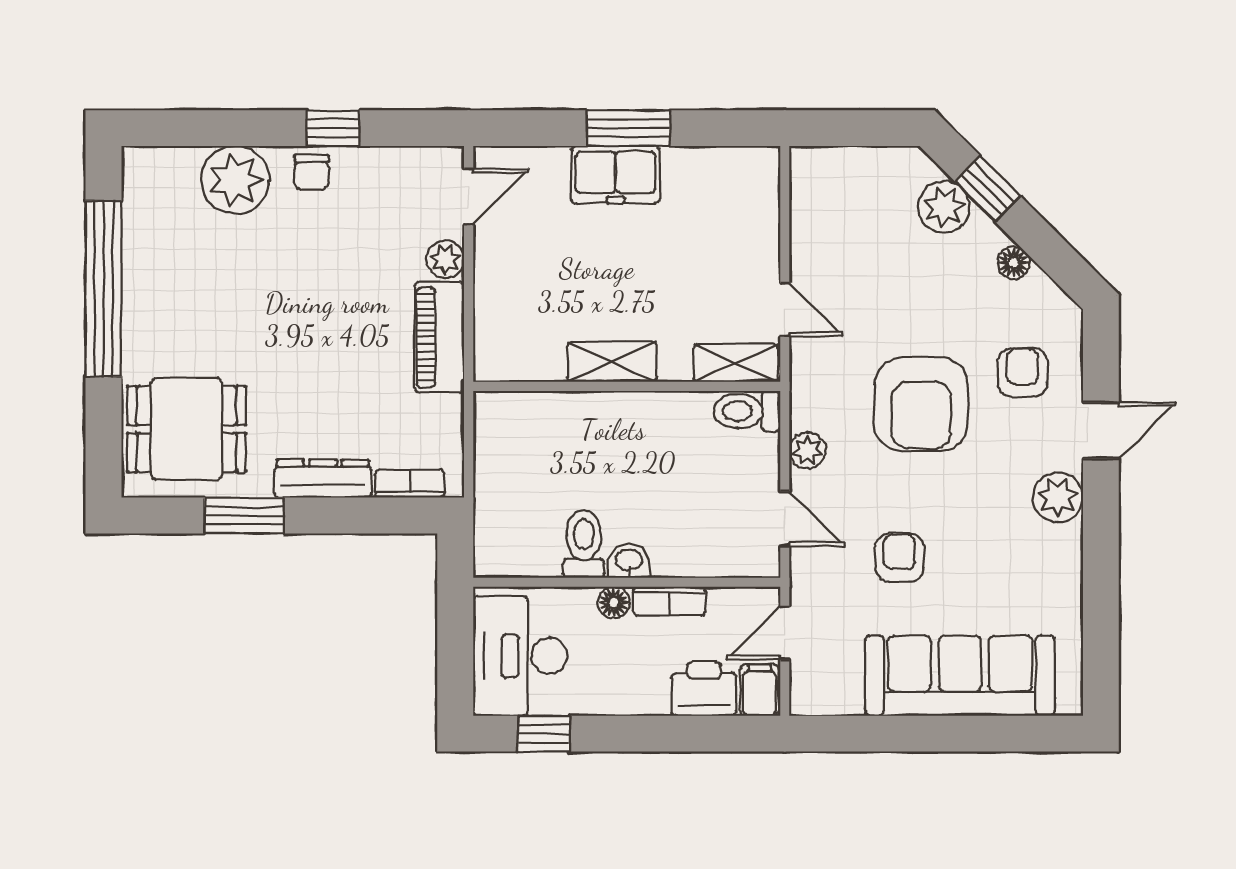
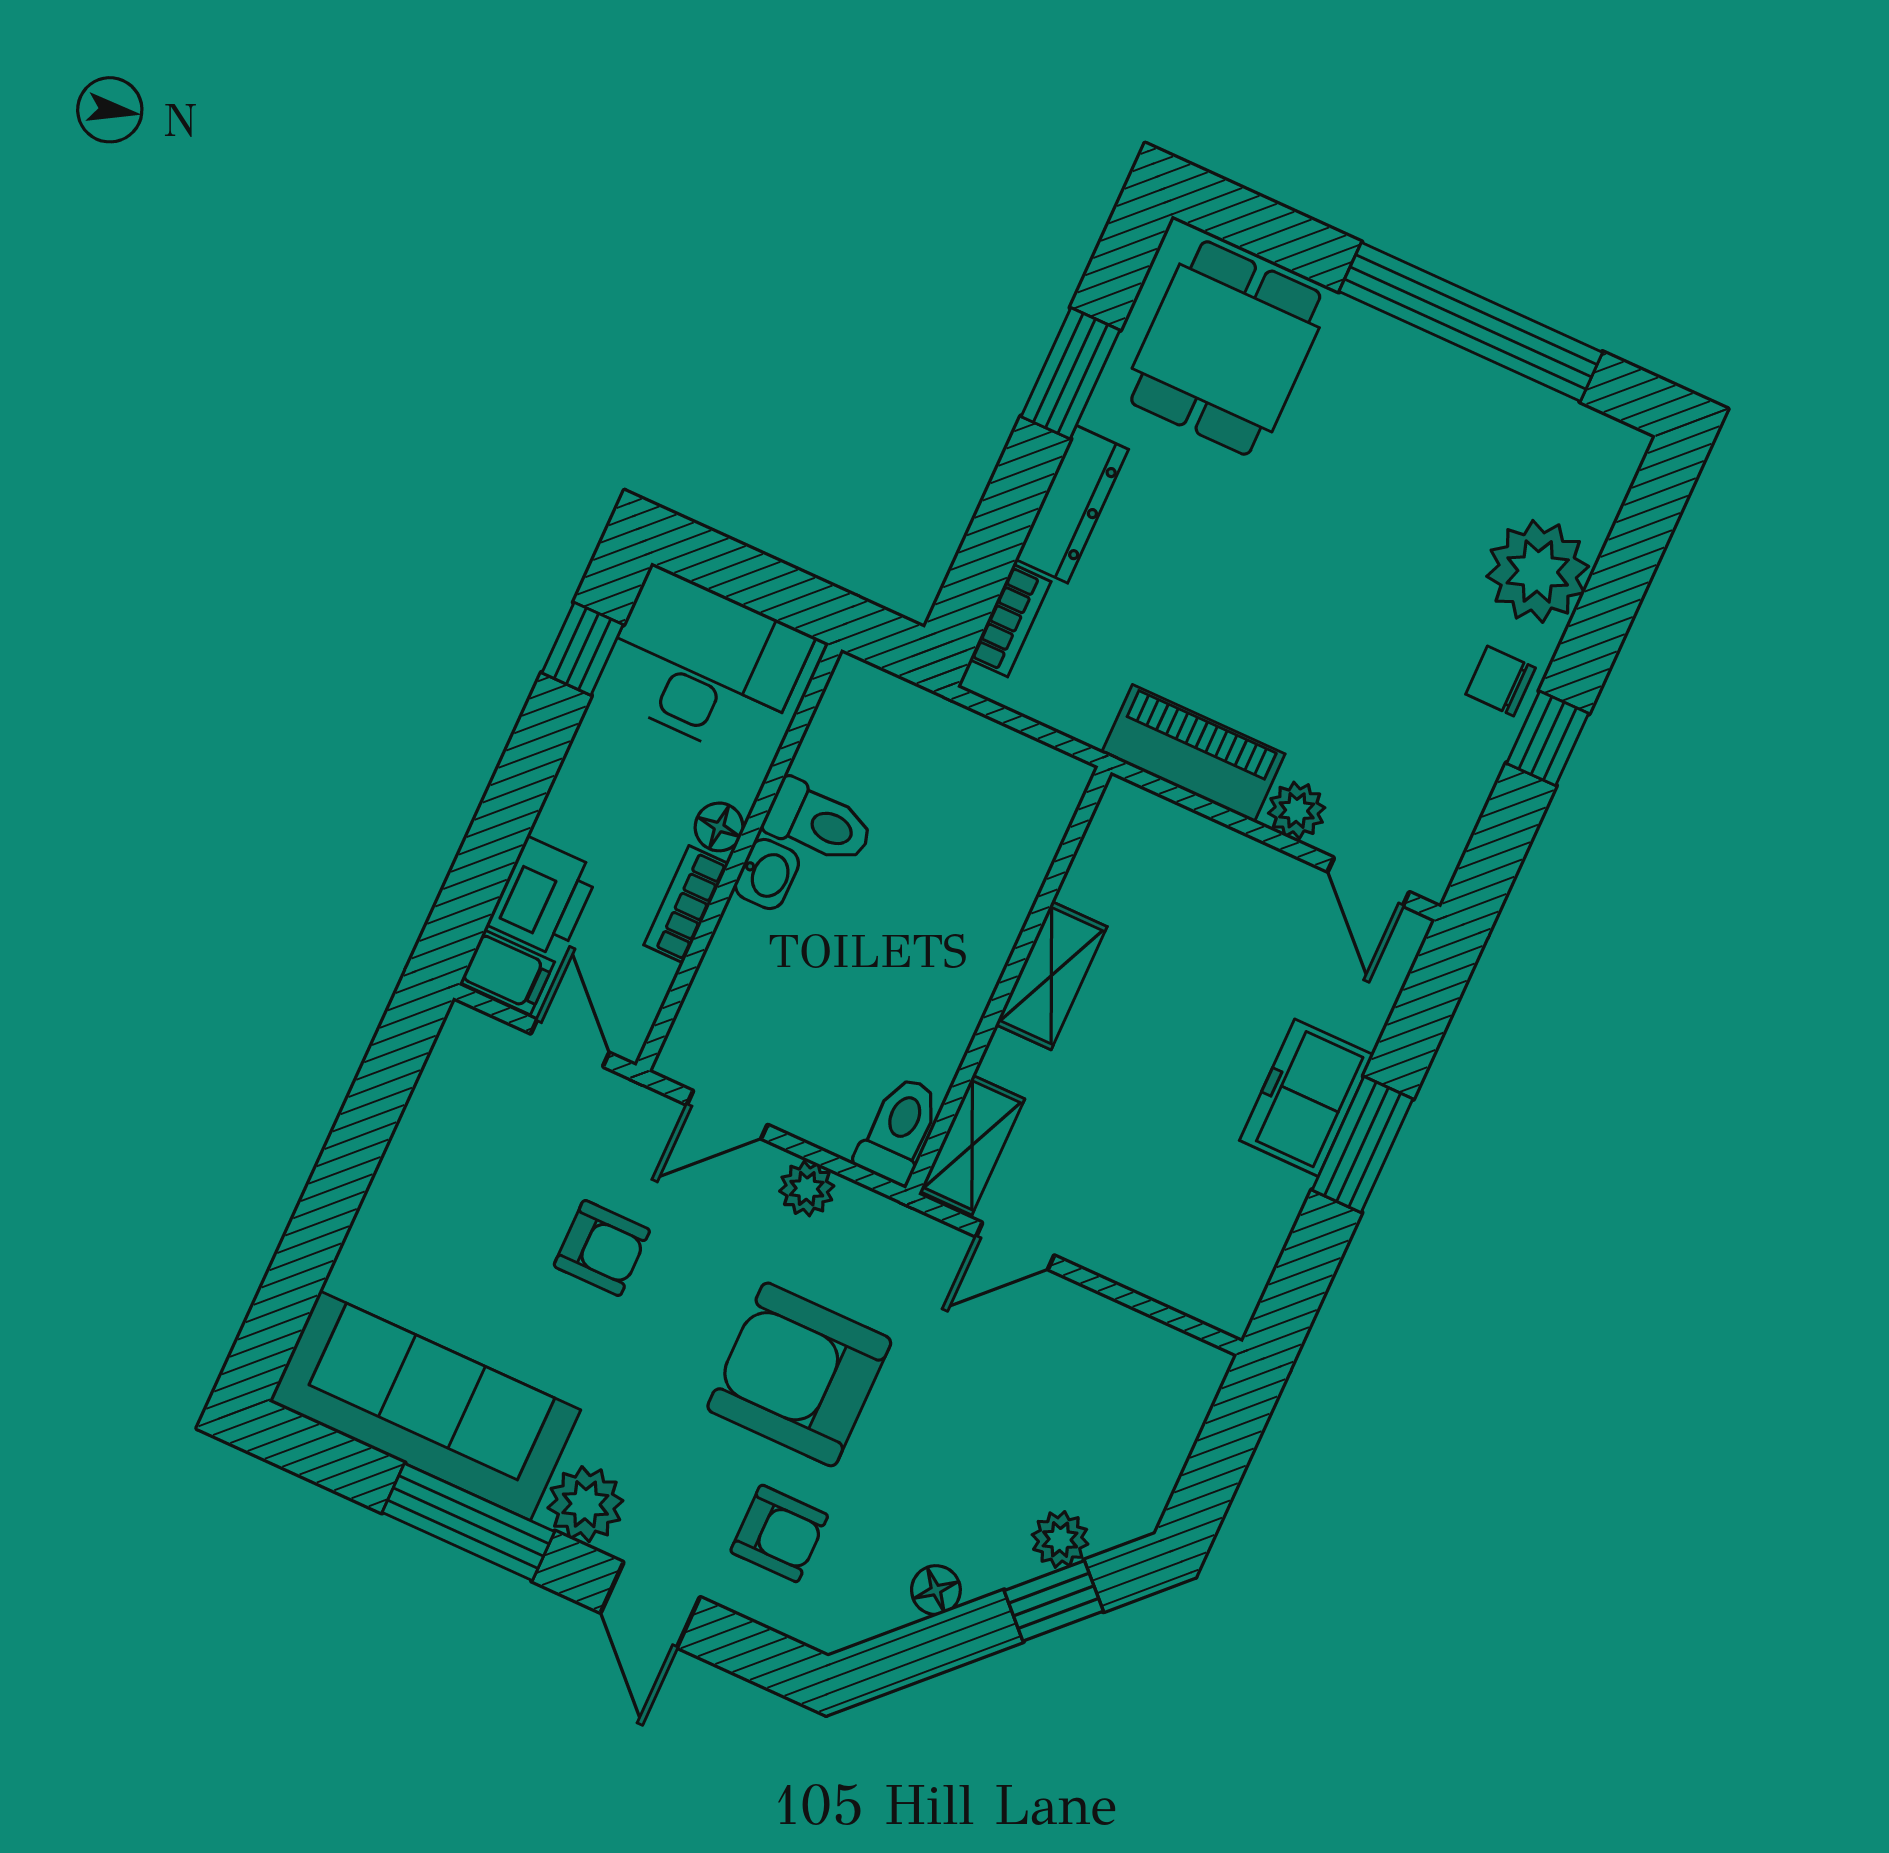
plant: (944, 207) -> (1060, 1539), width x0.73, depth x0.73
window: (1101, 563) -> (468, 1522), added
sofa: (960, 676) -> (425, 1406), moved, turned -90

